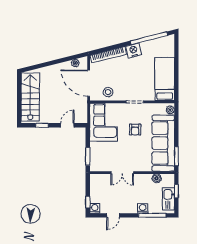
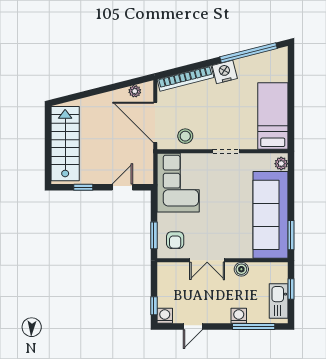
armchair: (135, 130) -> (175, 240), moved
boiler: (157, 178) -> (241, 269), moved

